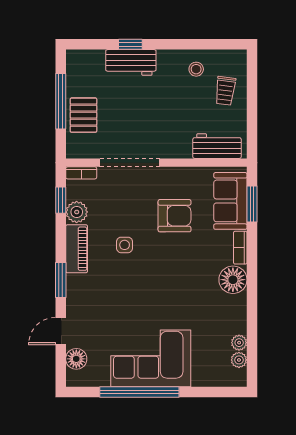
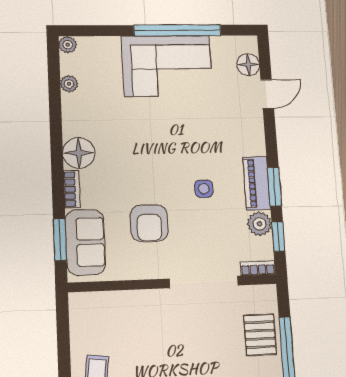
workbench: (217, 146) -> (104, 305), removed
armchair: (175, 216) -> (149, 223), turned -90
window: (61, 280) -> (274, 187), moved
plant: (239, 360) -> (68, 45), moved

